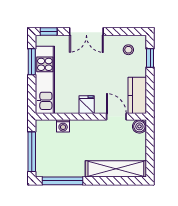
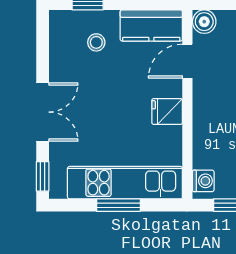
stool: (128, 50) -> (96, 42), moved
window: (32, 62) -> (118, 205), moved
washing machine: (63, 126) -> (203, 181), moved

